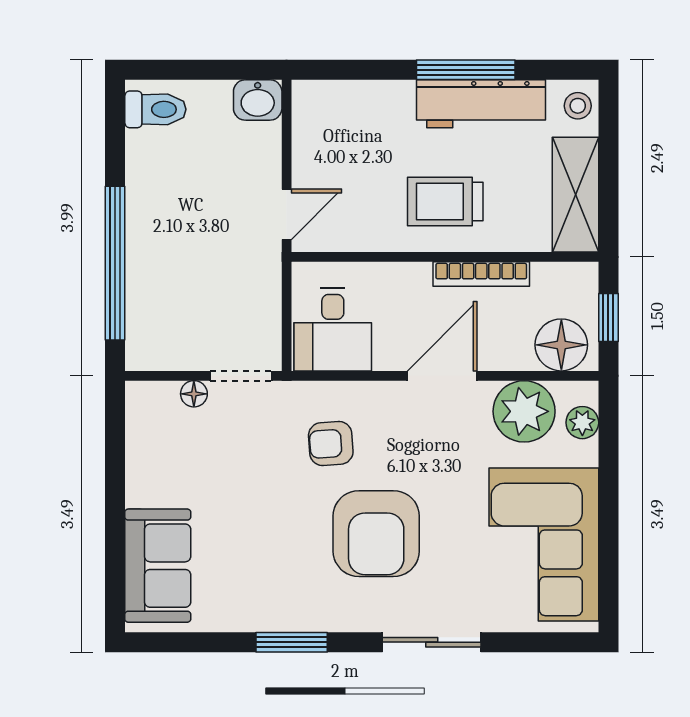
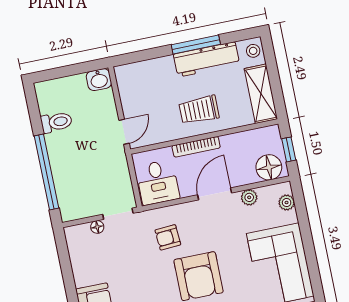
toilet: (155, 109) -> (56, 122), moved
bookcase: (481, 274) -> (196, 147), moved
plant: (524, 411) -> (249, 197), width x0.53, depth x0.53

